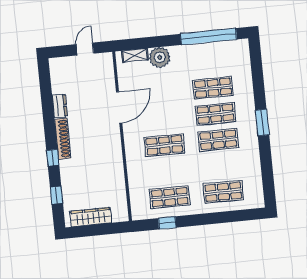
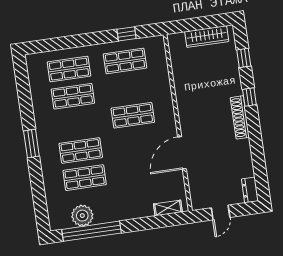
plant: (160, 57) -> (82, 216), moved
dresser: (60, 106) -> (250, 190), moved
shop shelf: (218, 140) -> (73, 96), moved

